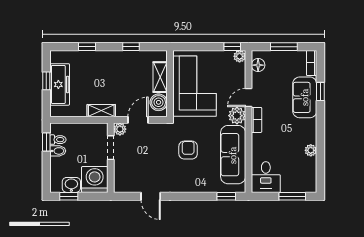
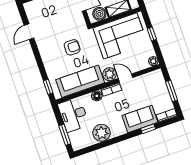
window: (232, 47) -> (152, 34), moved
floor lamp: (258, 65) -> (97, 96), moved
plant: (311, 150) -> (102, 133), width x1.88, depth x1.88
desk: (266, 177) -> (73, 115), width x1.37

